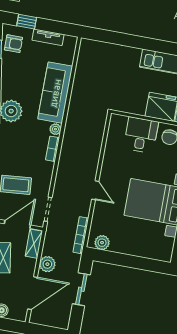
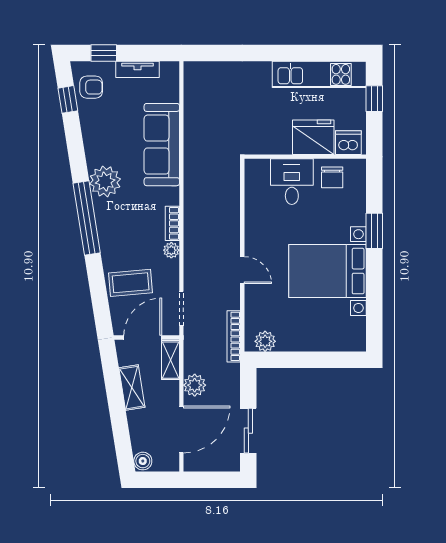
plant: (55, 129) -> (171, 250), moved
sliding door: (81, 289) -> (248, 431), moved

